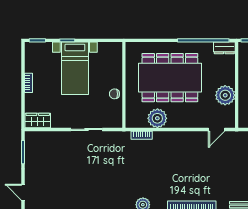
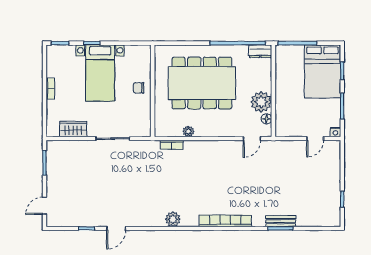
chair: (114, 94) -> (139, 88), moved
floor lamp: (230, 111) -> (266, 119), added
plant: (157, 118) -> (188, 131), width x0.53, depth x0.53
wardrobe: (38, 121) -> (73, 129), moved
door: (23, 192) -> (45, 206), hinge flipped

